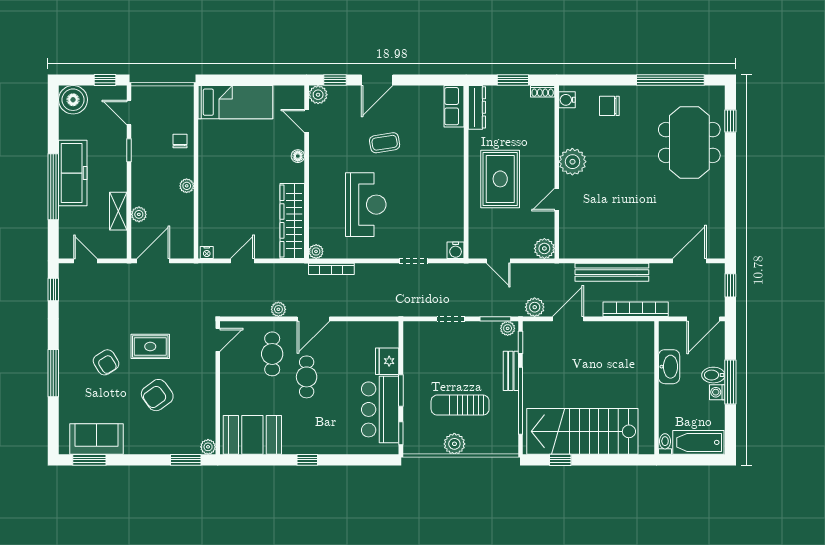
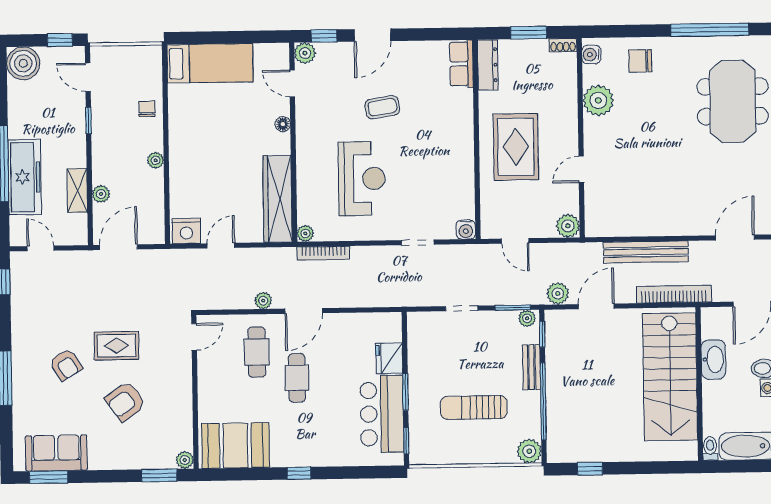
plant: (572, 162) -> (598, 100), moved
freezer: (73, 173) -> (25, 177), moved
nightstand: (207, 253) -> (186, 231), width x1.89, depth x1.79
stairs: (582, 431) -> (670, 377), moved, turned -90
plant: (454, 444) -> (529, 451), moved

